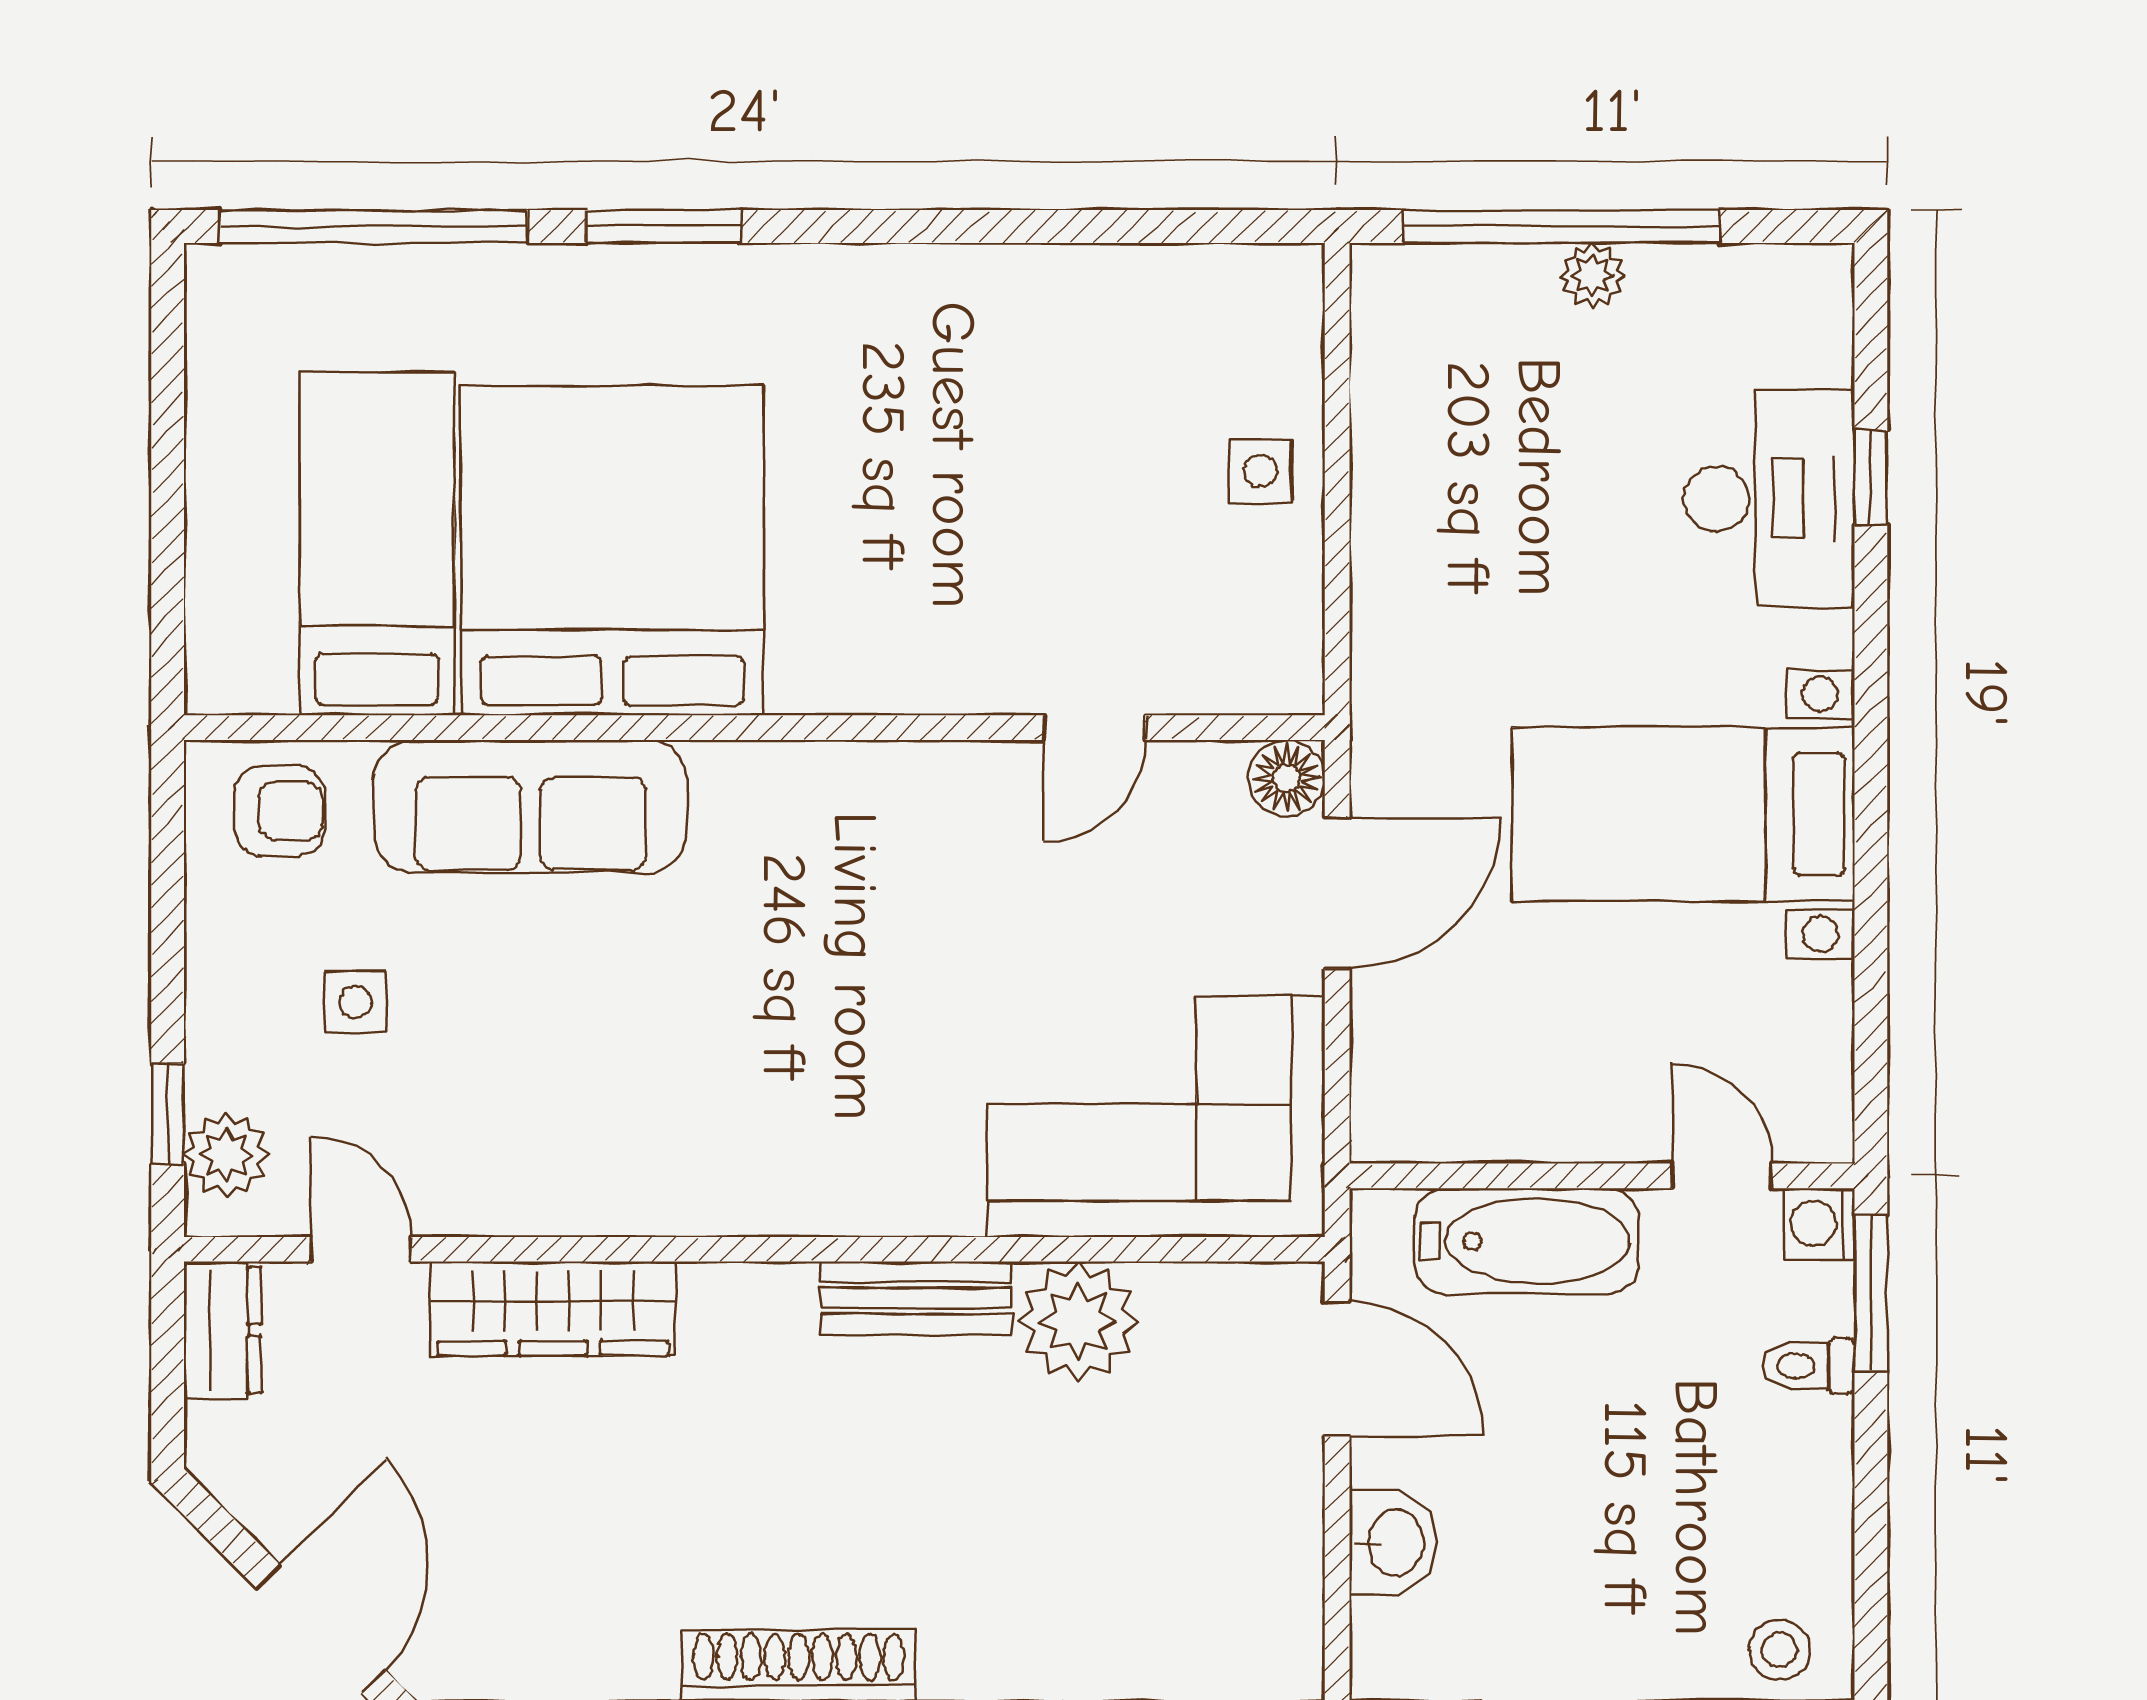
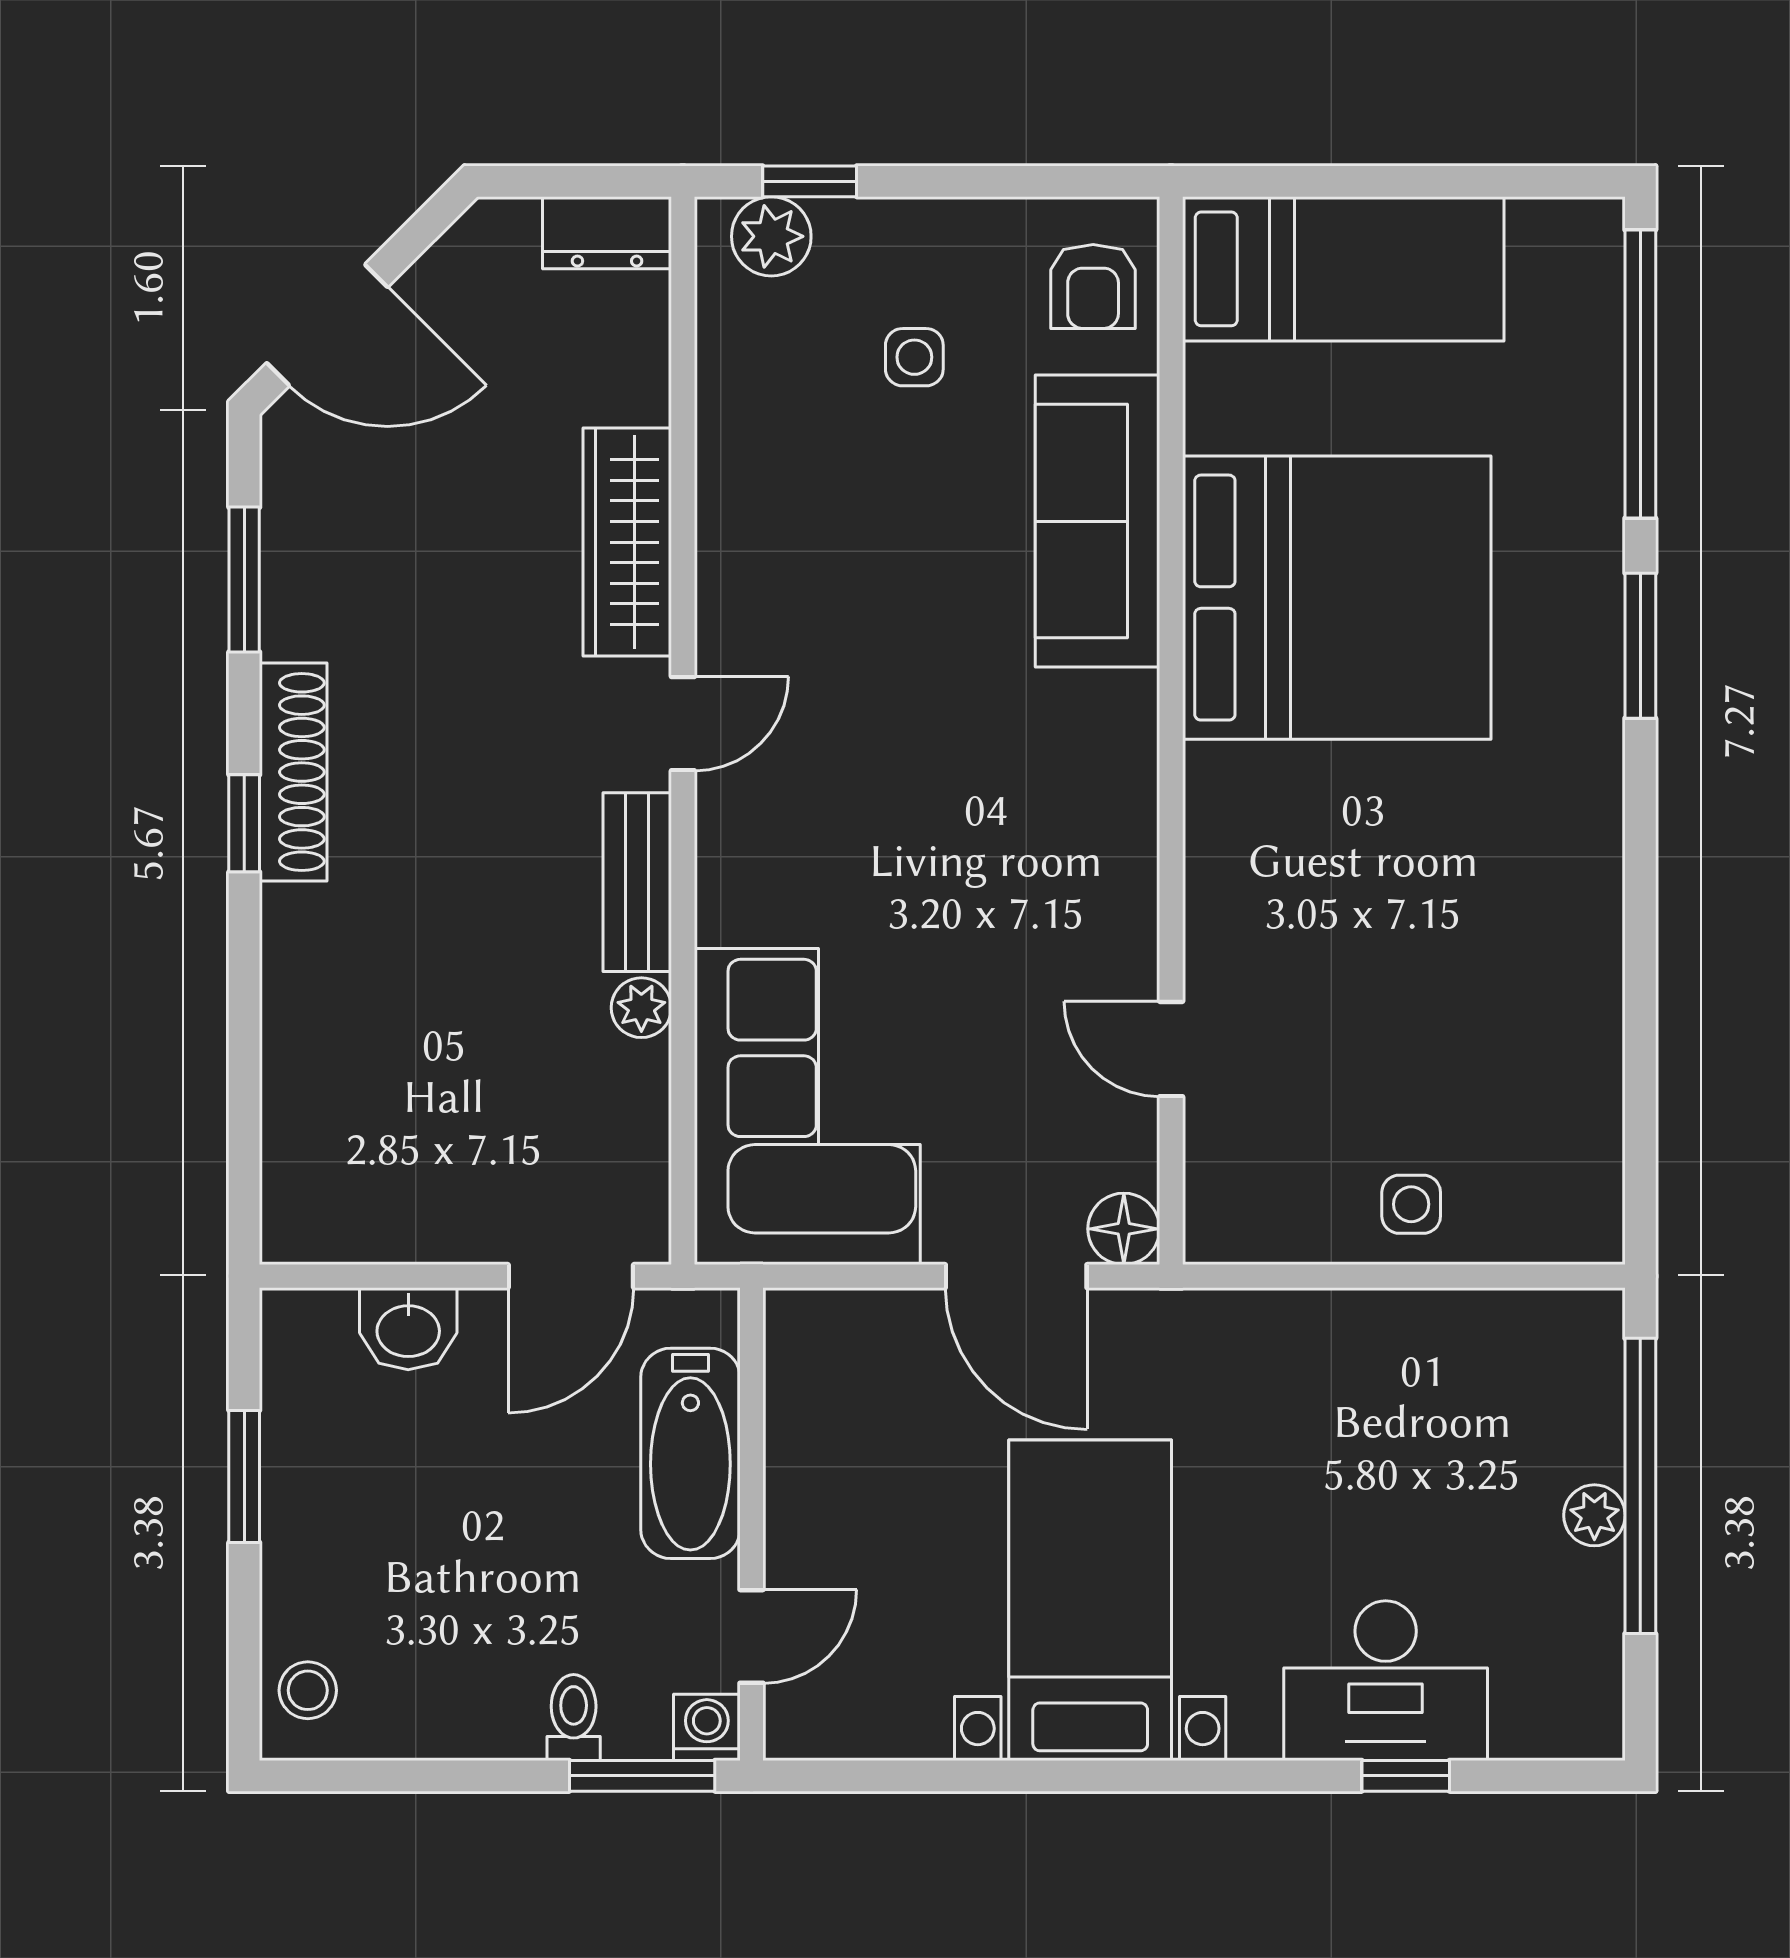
bed: (377, 544) -> (1343, 269), moved
door: (361, 1249) -> (683, 724), moved
plant: (1078, 1322) -> (641, 1008), width x0.53, depth x0.53

